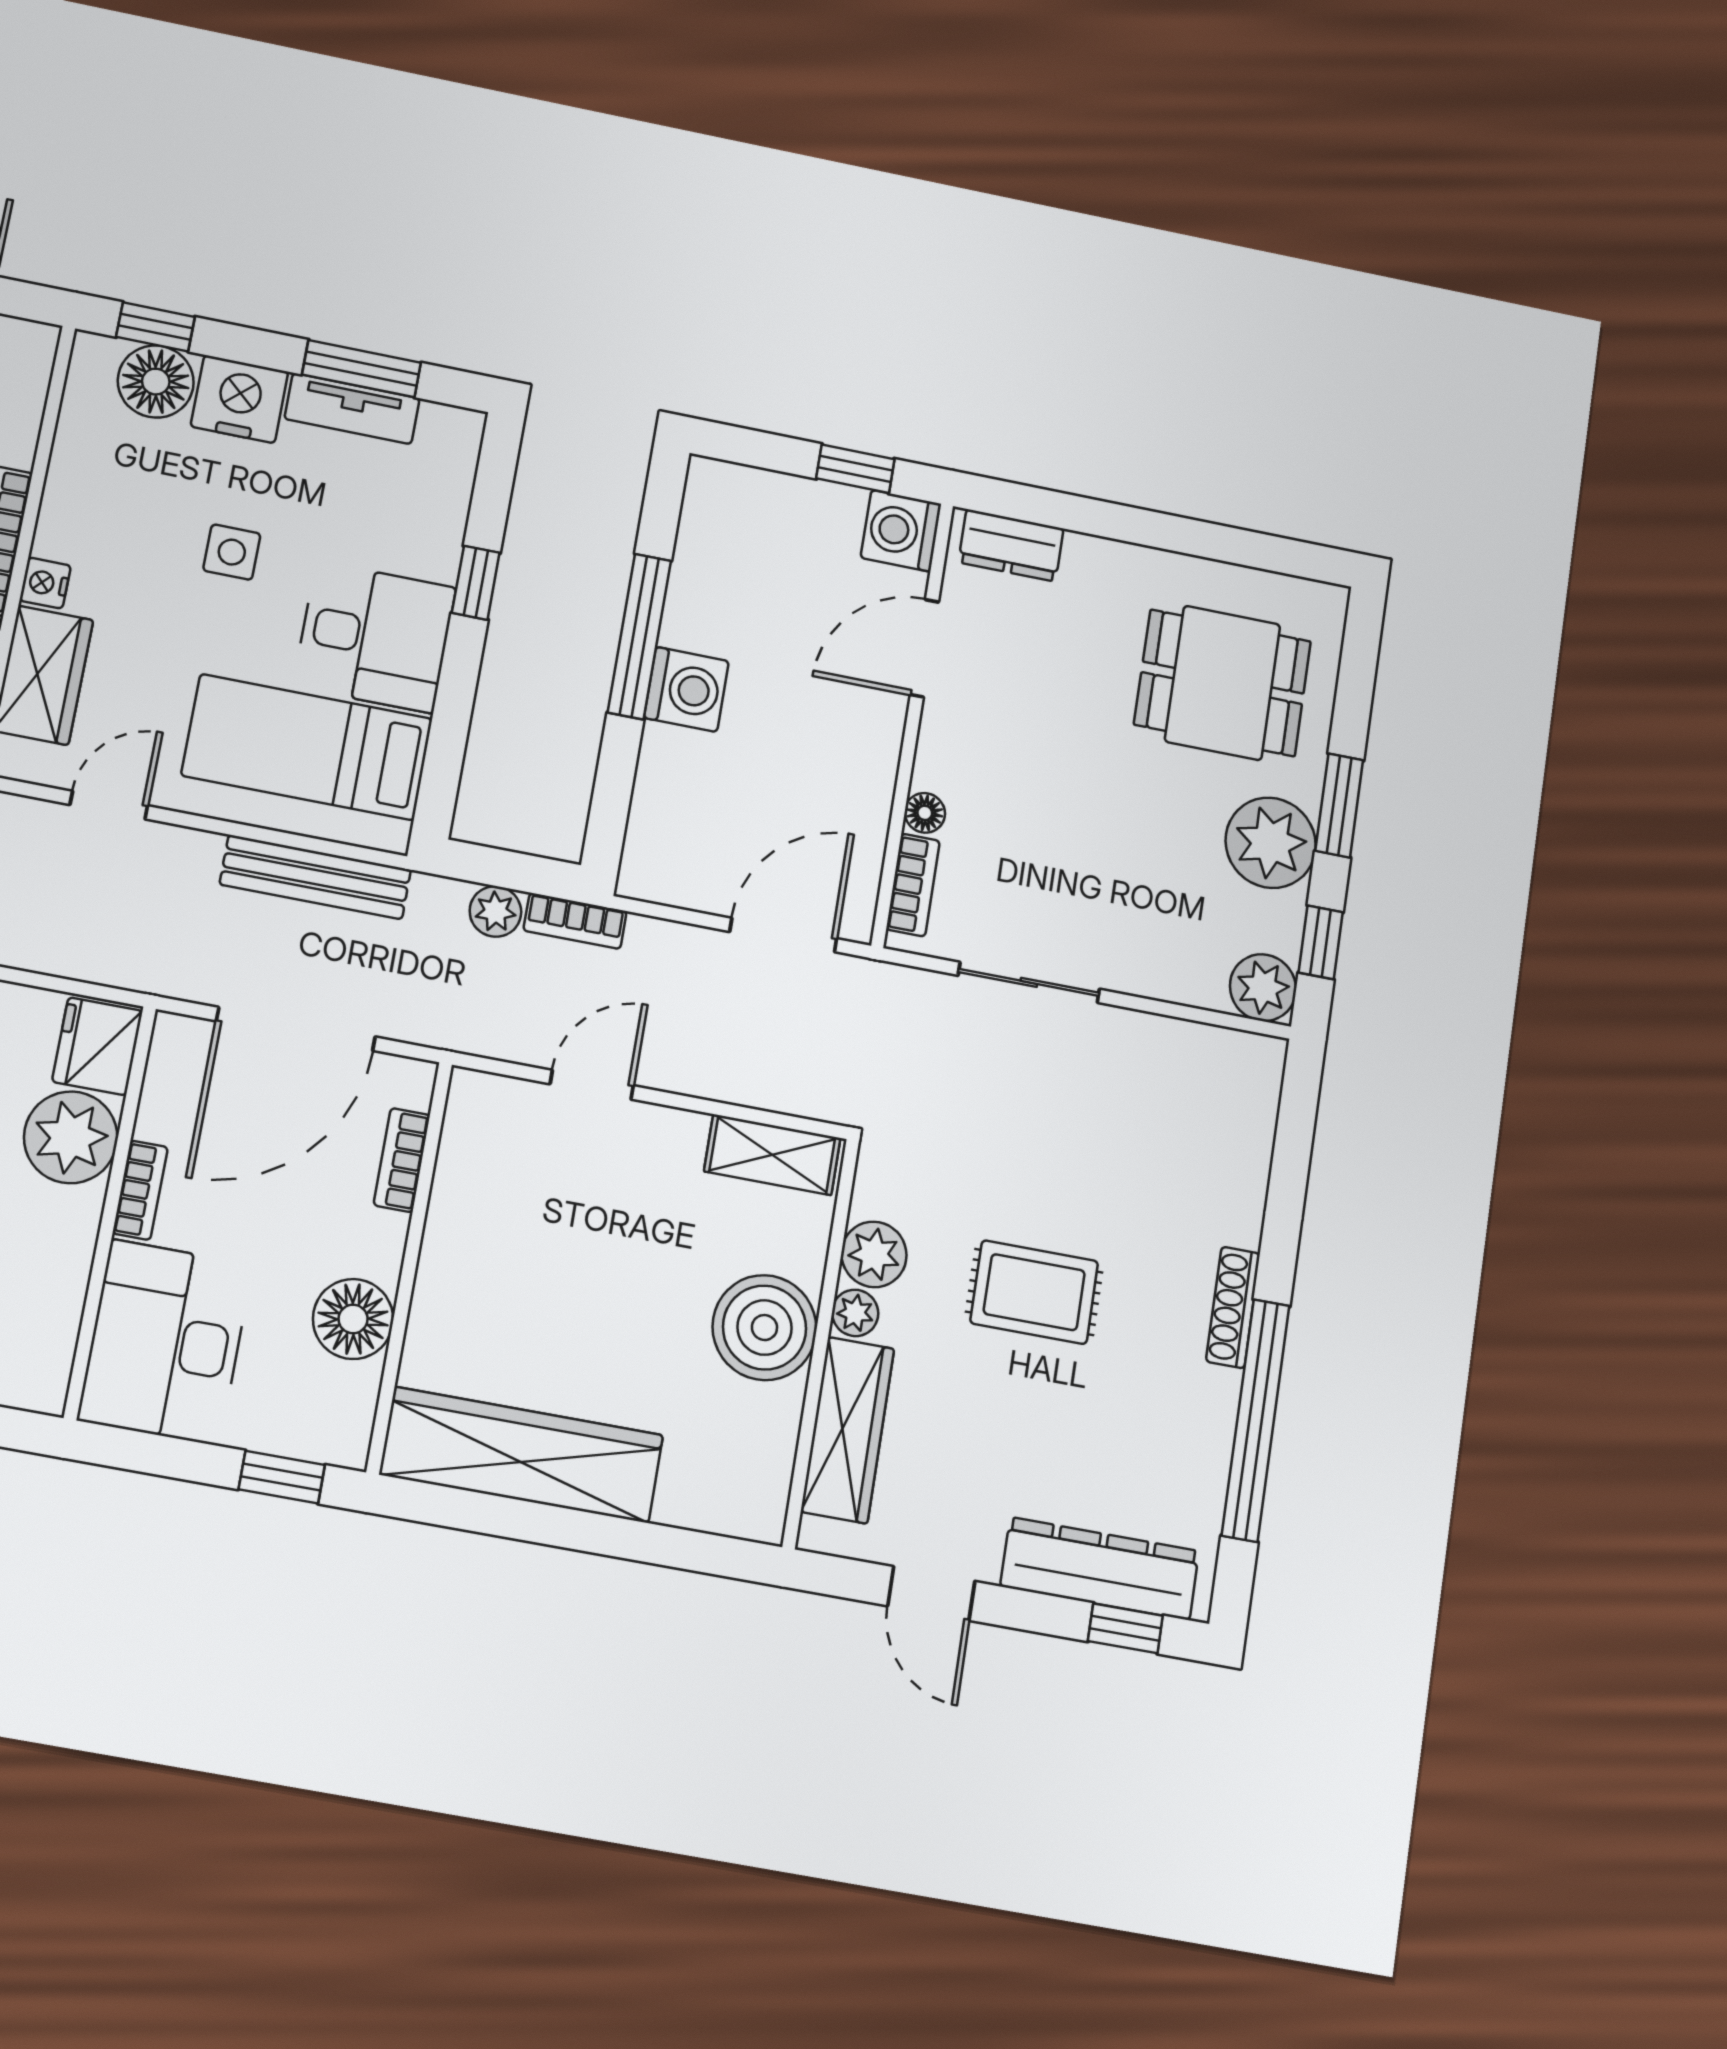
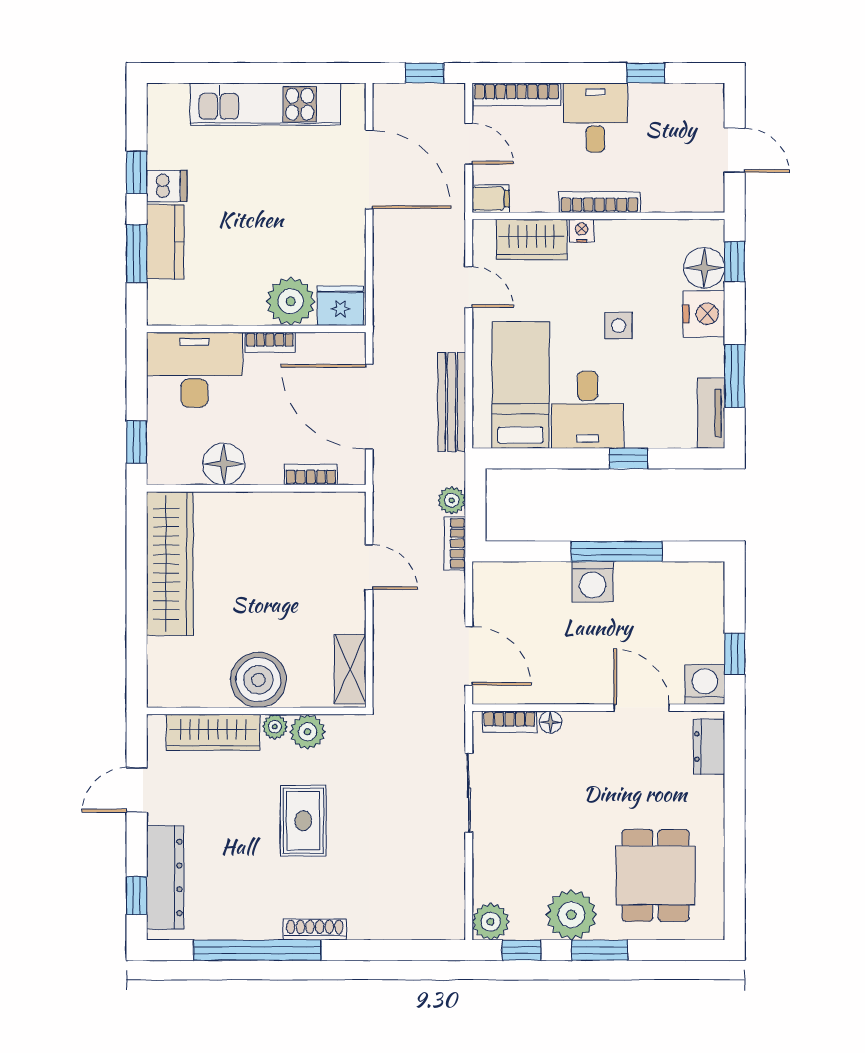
tv unit: (352, 409) -> (711, 413), moved

